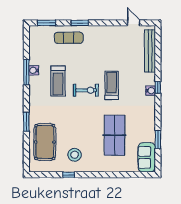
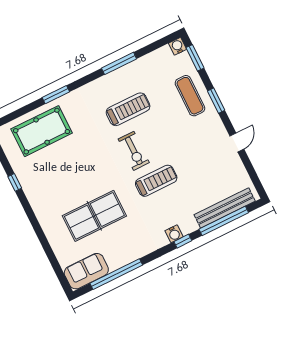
door: (134, 23) -> (237, 142), moved
window: (158, 55) -> (224, 221), added
water cooler: (34, 70) -> (178, 46), moved
treadmill: (58, 81) -> (128, 109), turned 180
window: (158, 140) -> (116, 274), width x2.11
stool: (75, 155) -> (44, 177), removed

